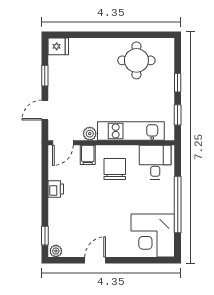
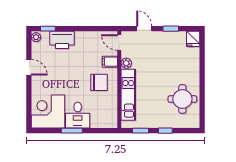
desk: (155, 162) -> (78, 115), moved, turned 90
printer: (56, 189) -> (62, 40), moved, width x1.87, depth x1.48
window: (178, 205) -> (72, 131), width x0.47

